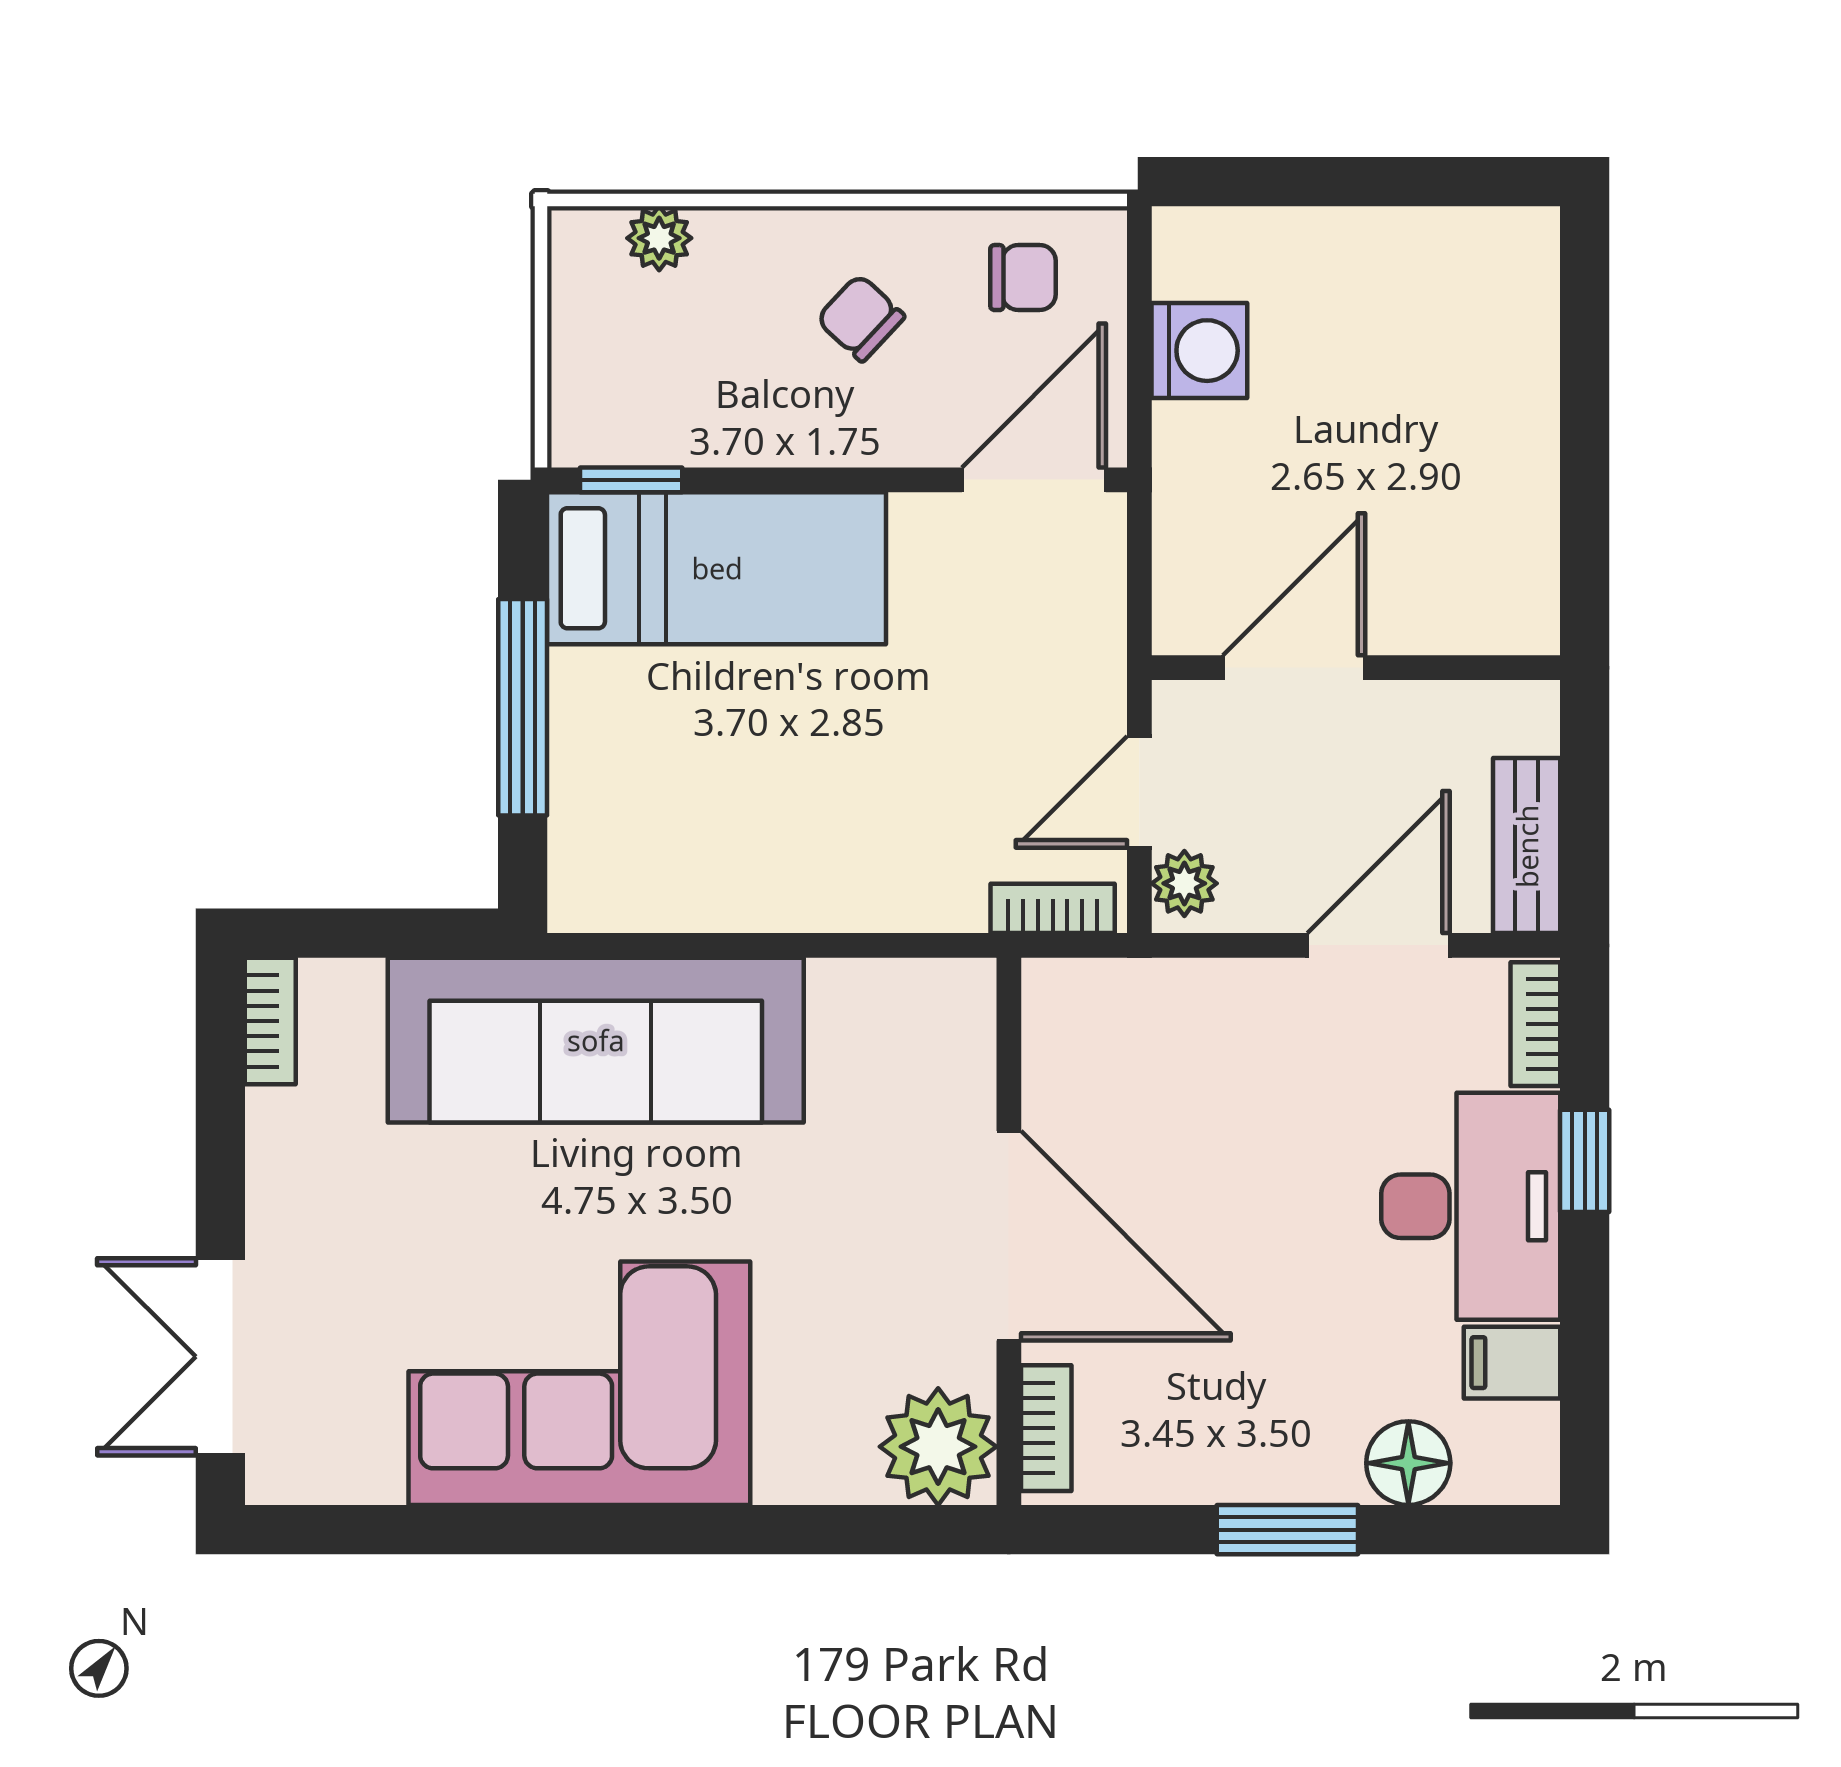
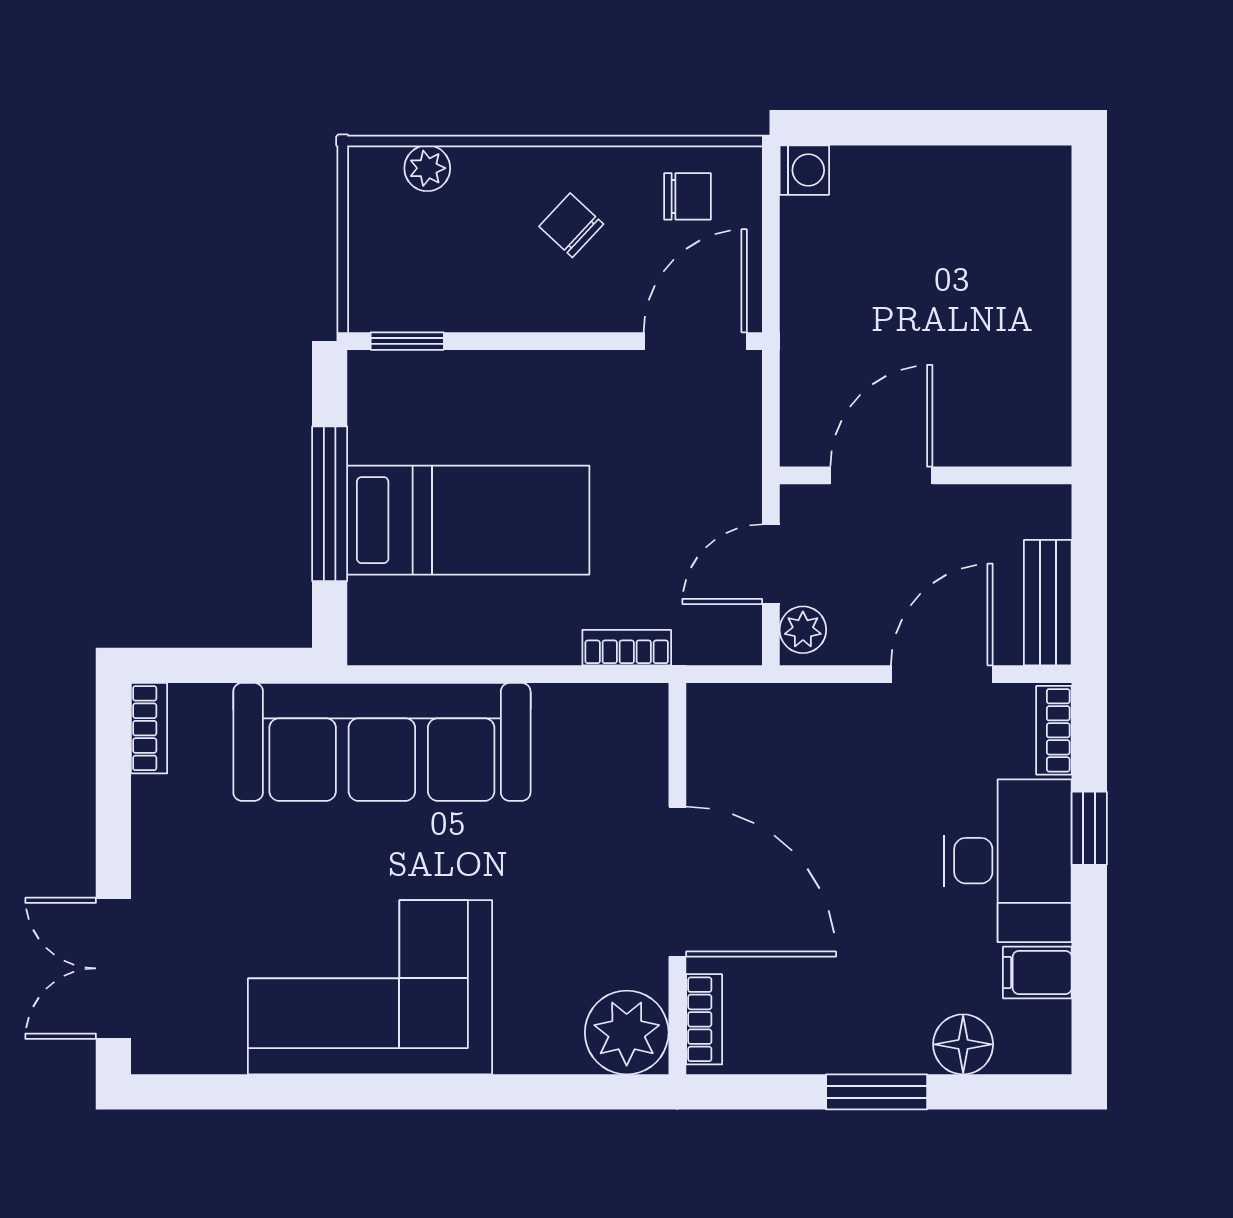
washing machine: (1199, 351) -> (804, 170), moved, width x0.73, depth x0.73
bed: (717, 568) -> (468, 520), moved
bookcase: (1053, 908) -> (627, 648), moved

